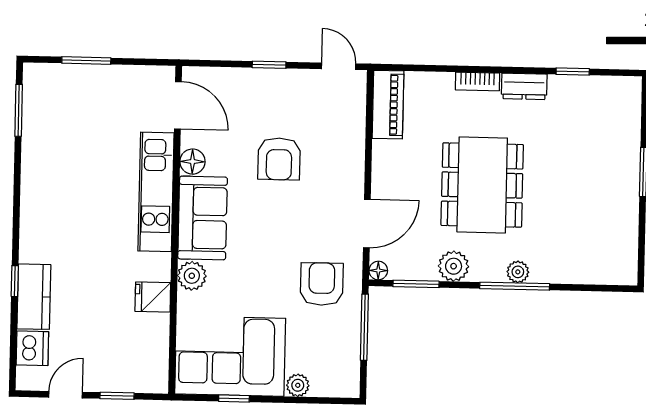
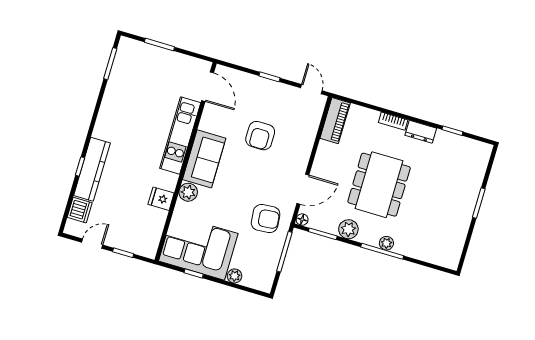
floor lamp: (192, 162) -> (207, 123), removed
armchair: (322, 284) -> (266, 219), turned 85
kitchen counter: (34, 297) -> (92, 169), width x1.50

